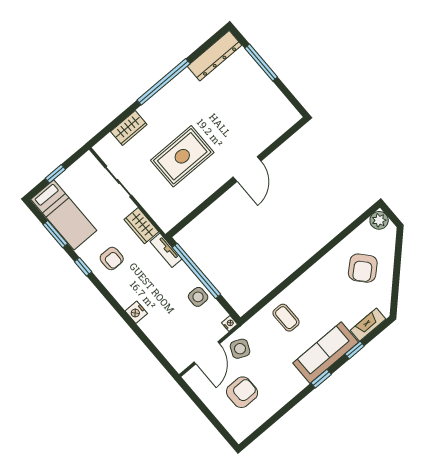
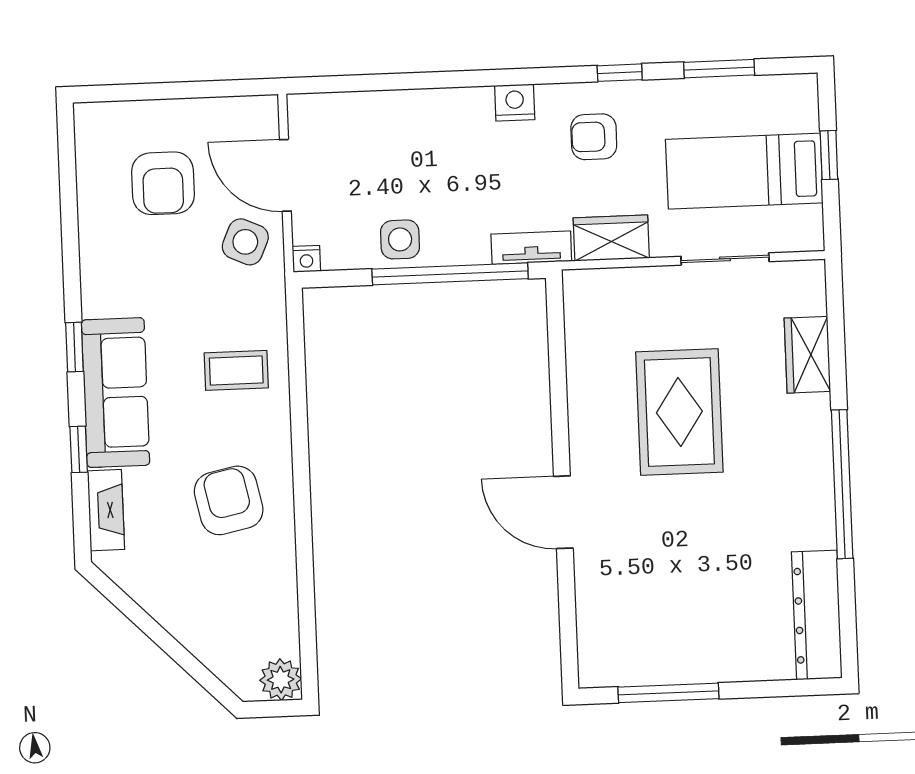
window: (261, 63) -> (668, 693), moved
bed: (64, 215) -> (744, 171), moved
armchair: (363, 268) -> (229, 500), moved, turned 30
nightstand: (136, 312) -> (515, 103), moved

